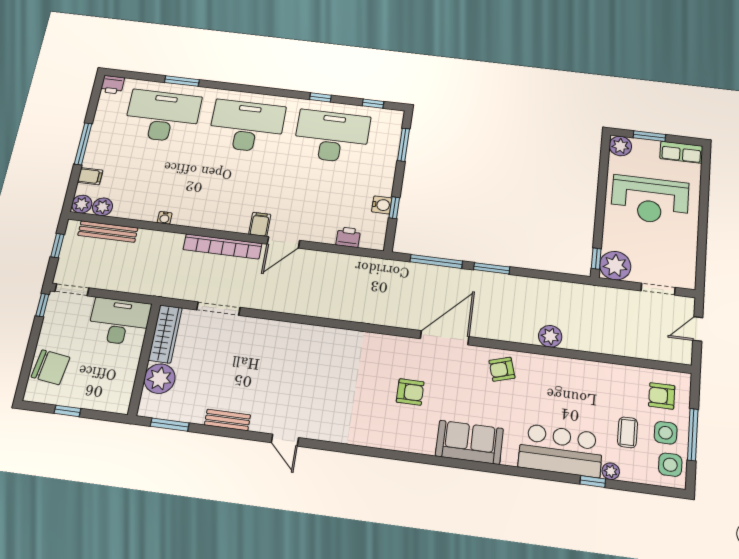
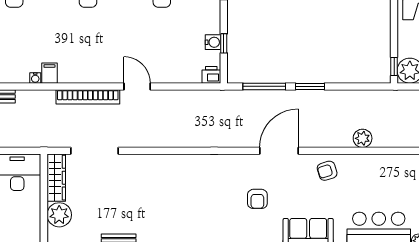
filing cabinet: (260, 224) -> (49, 73), moved
printer: (348, 237) -> (211, 75), moved
door: (283, 242) -> (137, 86), swing flipped
doorway: (218, 309) -> (94, 151), width x1.36
armchair: (410, 392) -> (257, 199), turned 90

